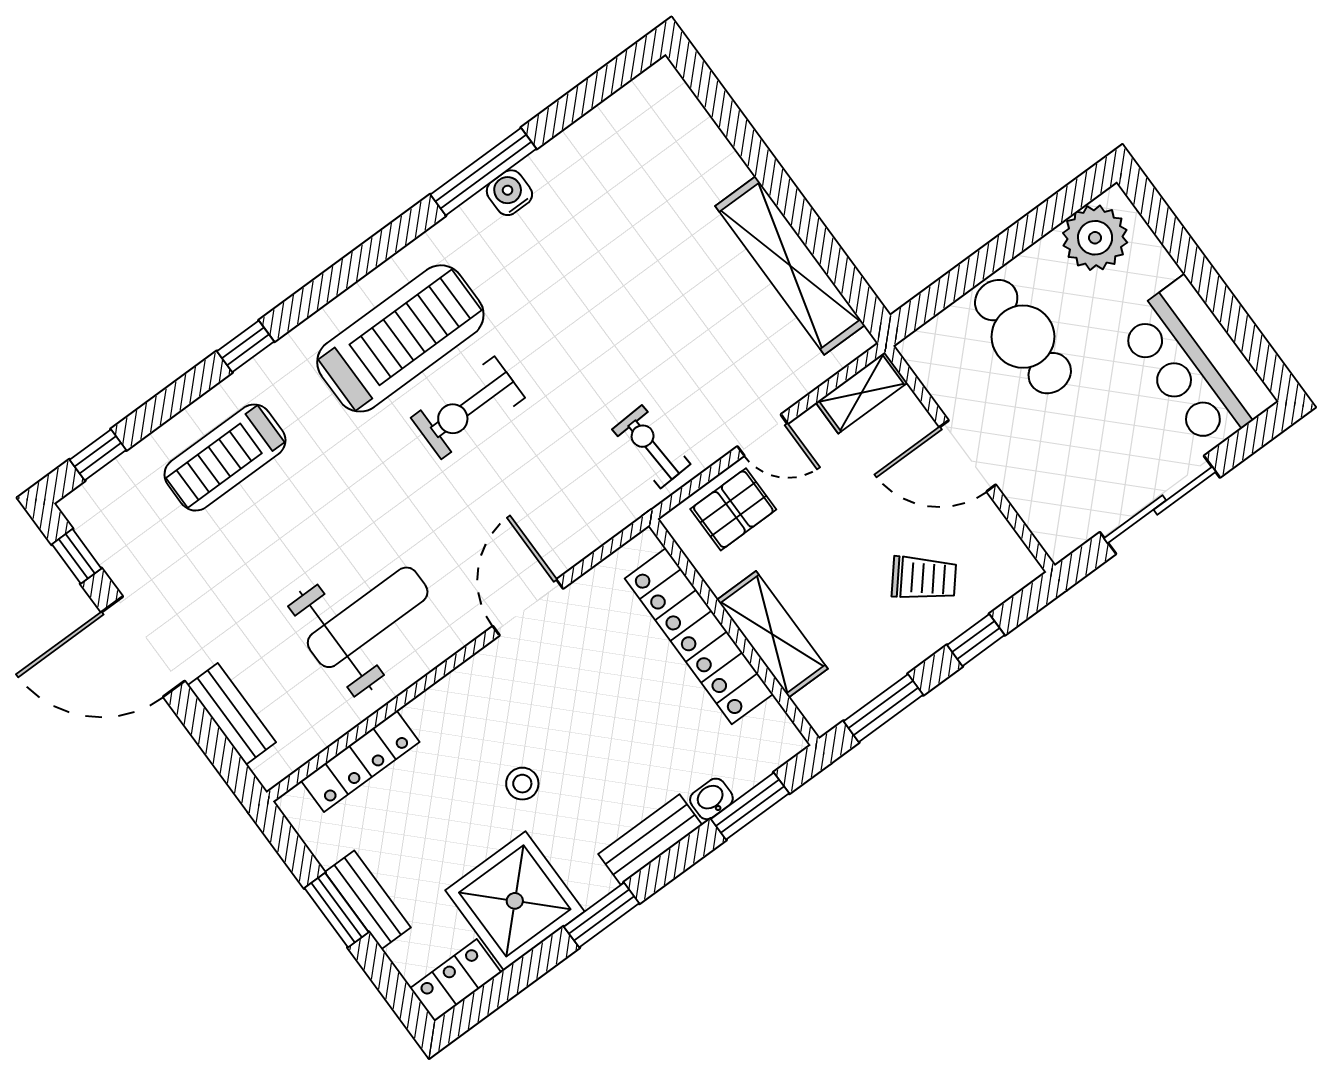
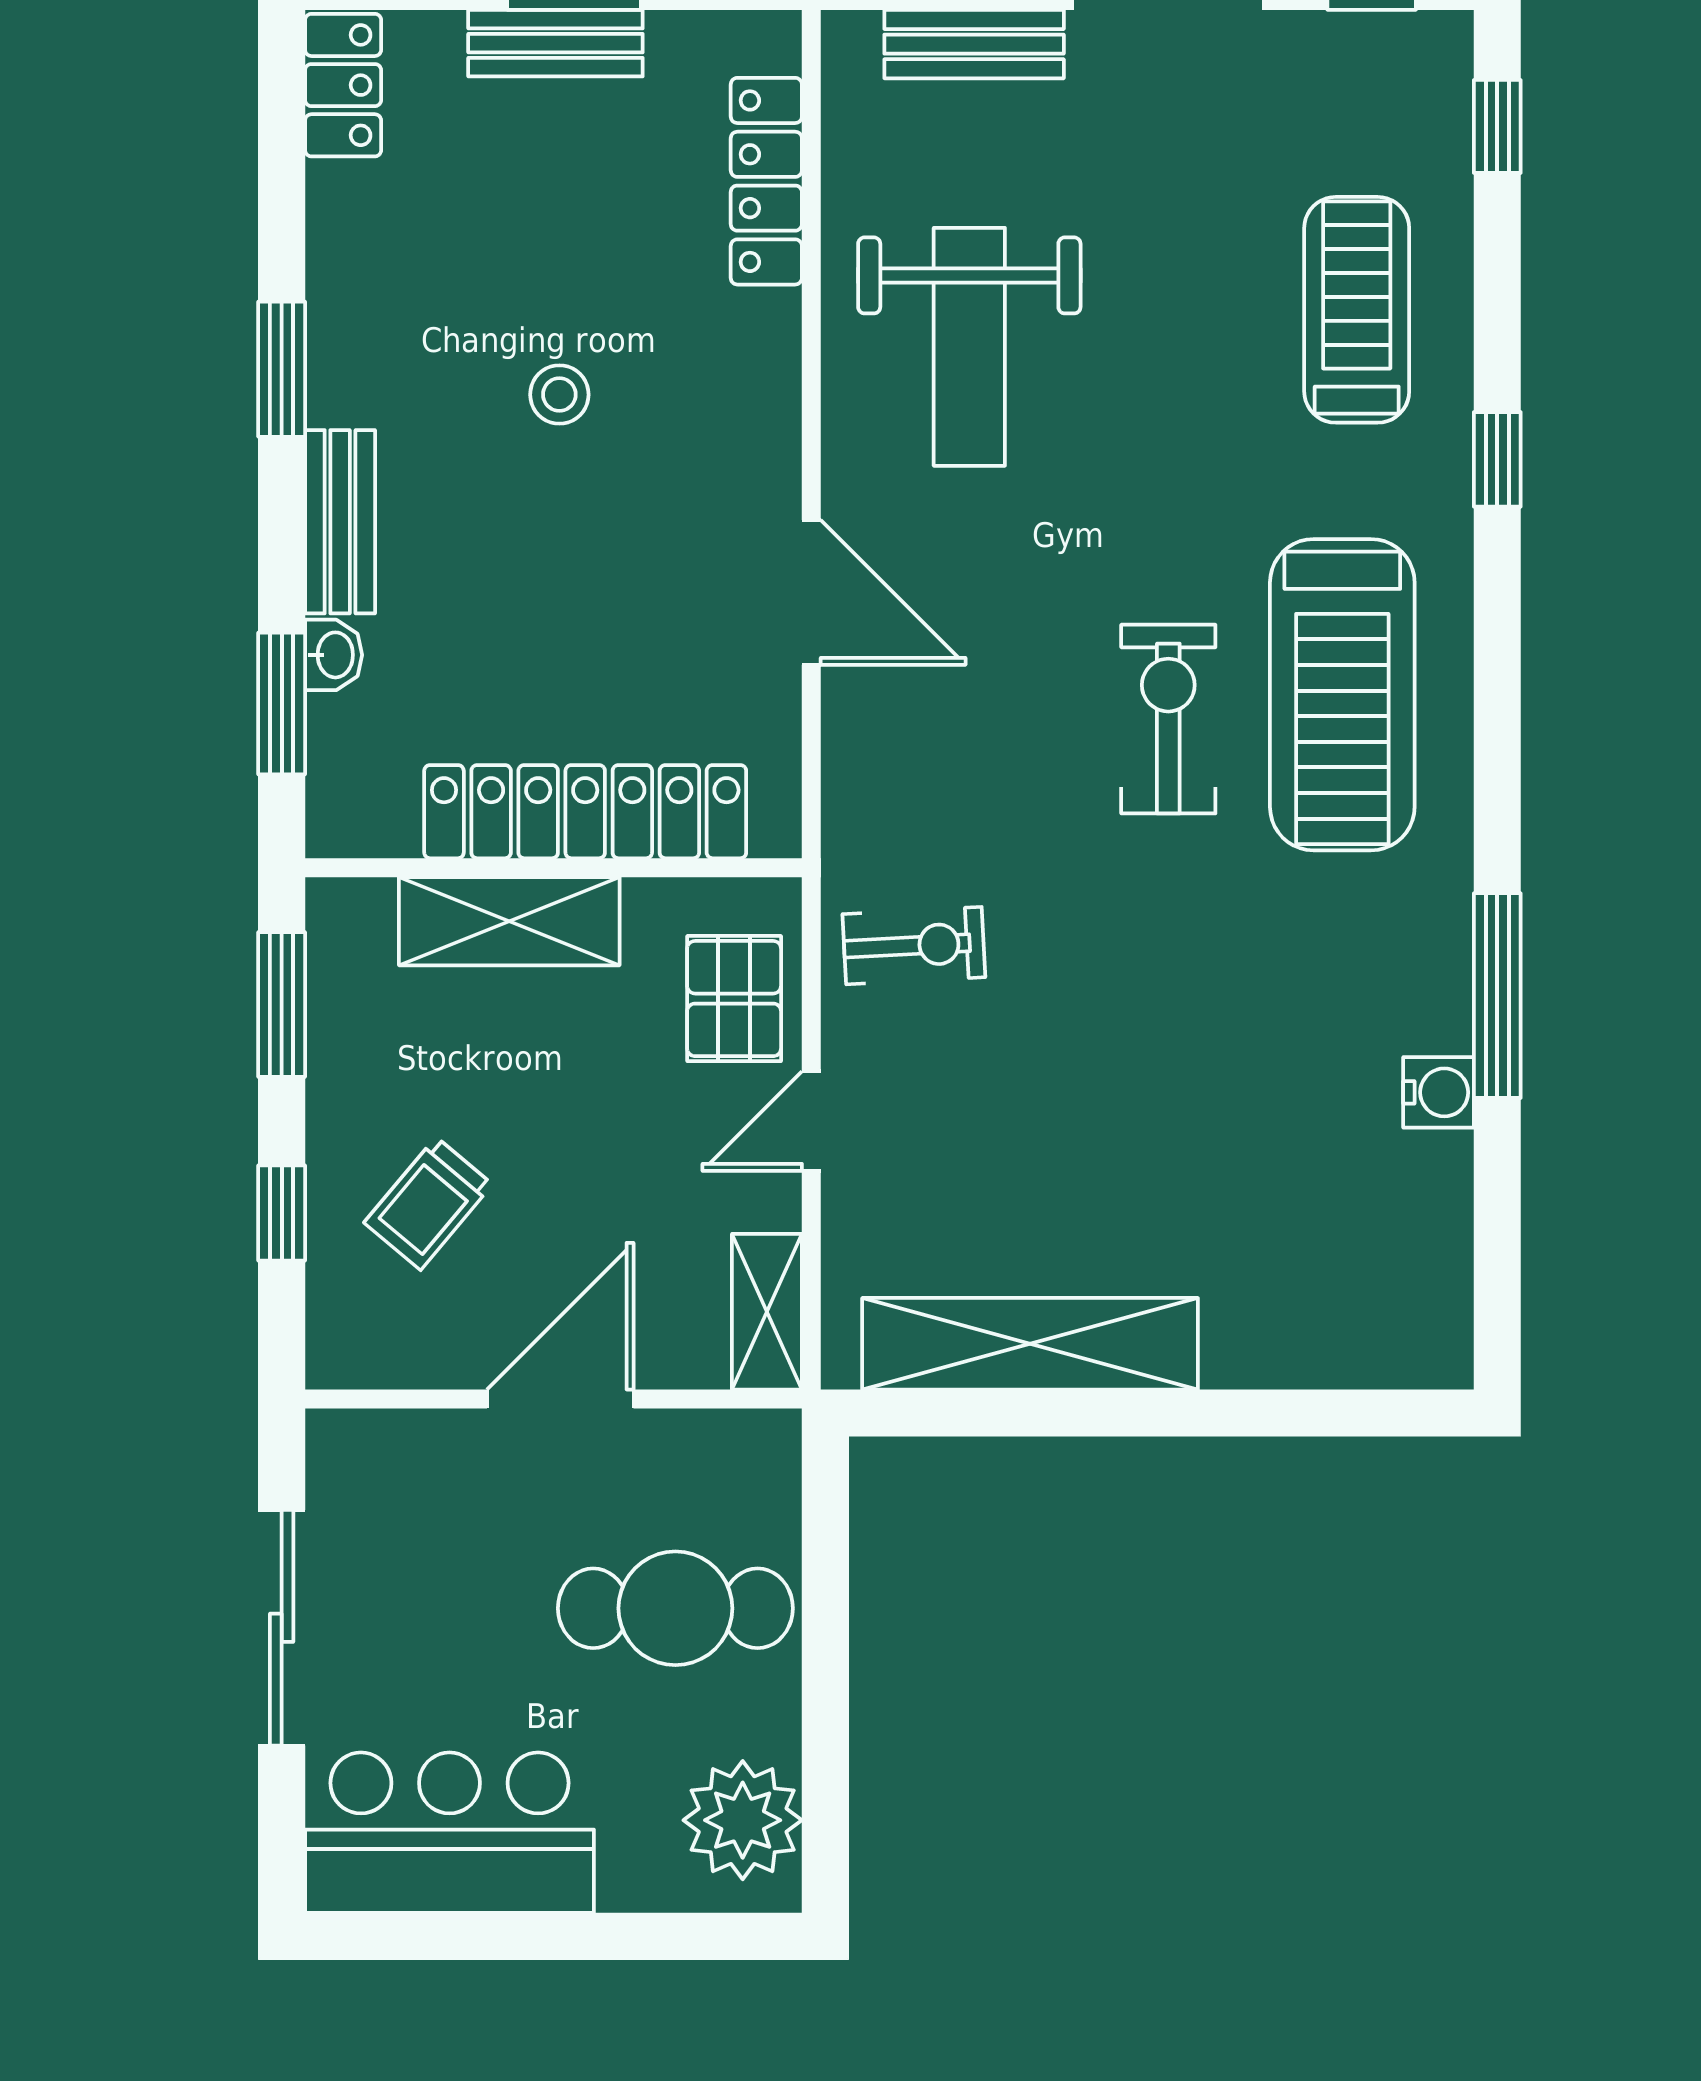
water cooler: (509, 193) -> (1439, 1092), moved
shower: (515, 901) -> (396, 257), removed

